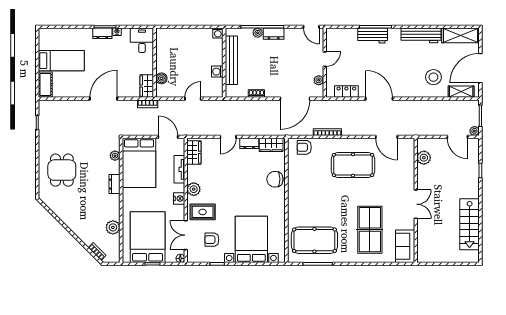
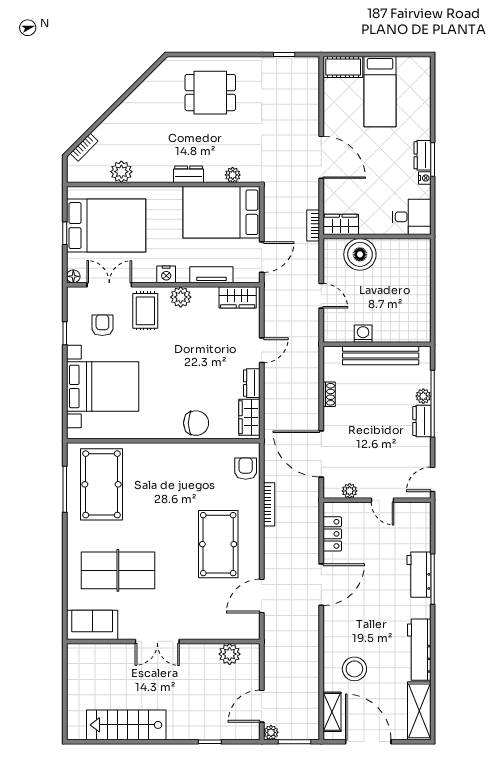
washing machine: (218, 33) -> (423, 335), removed
boiler: (161, 78) -> (360, 254), width x1.86, depth x1.86
door: (228, 137) -> (262, 350), swing flipped
chair: (275, 179) -> (196, 423), turned 90

